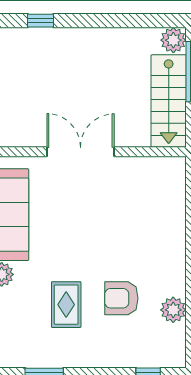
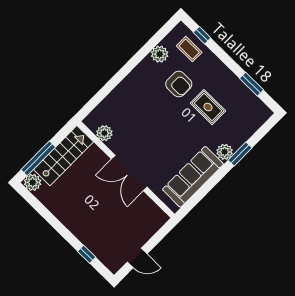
plant: (149, 168) -> (104, 133), added
rug: (66, 305) -> (208, 107), turned 90
coffee table: (147, 346) -> (189, 49), added

